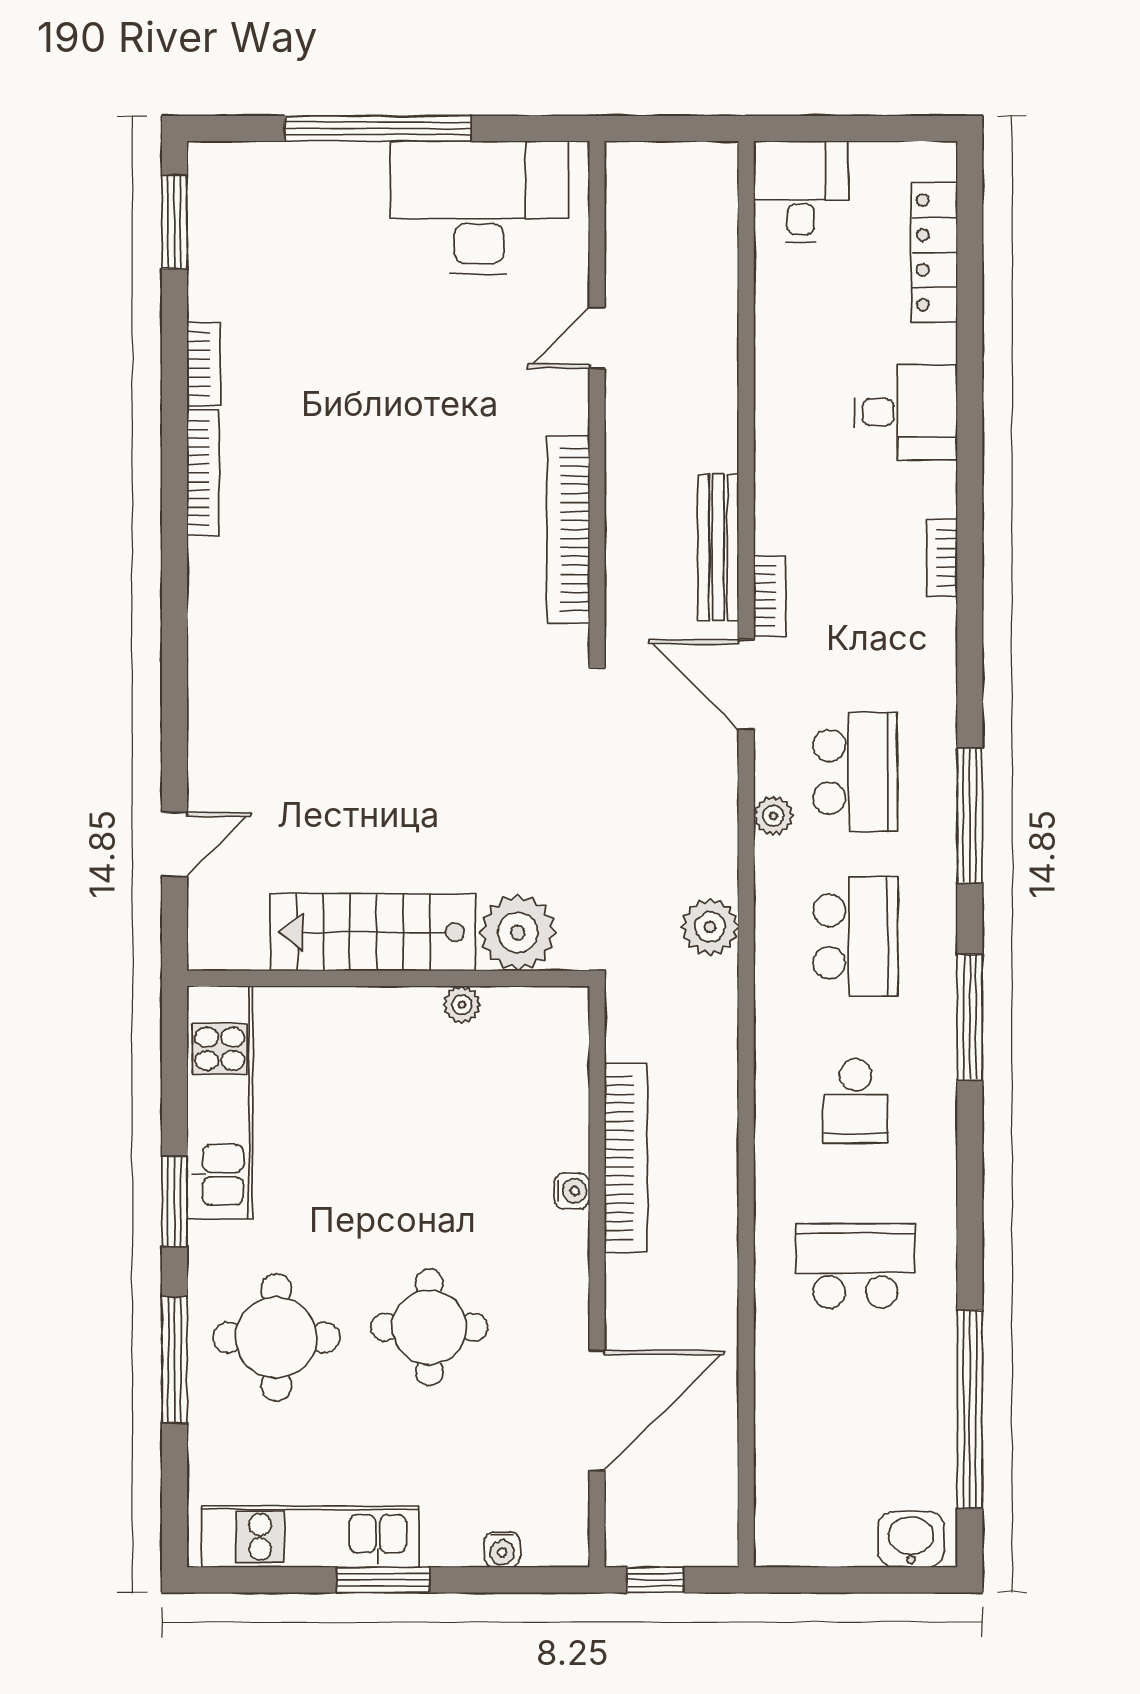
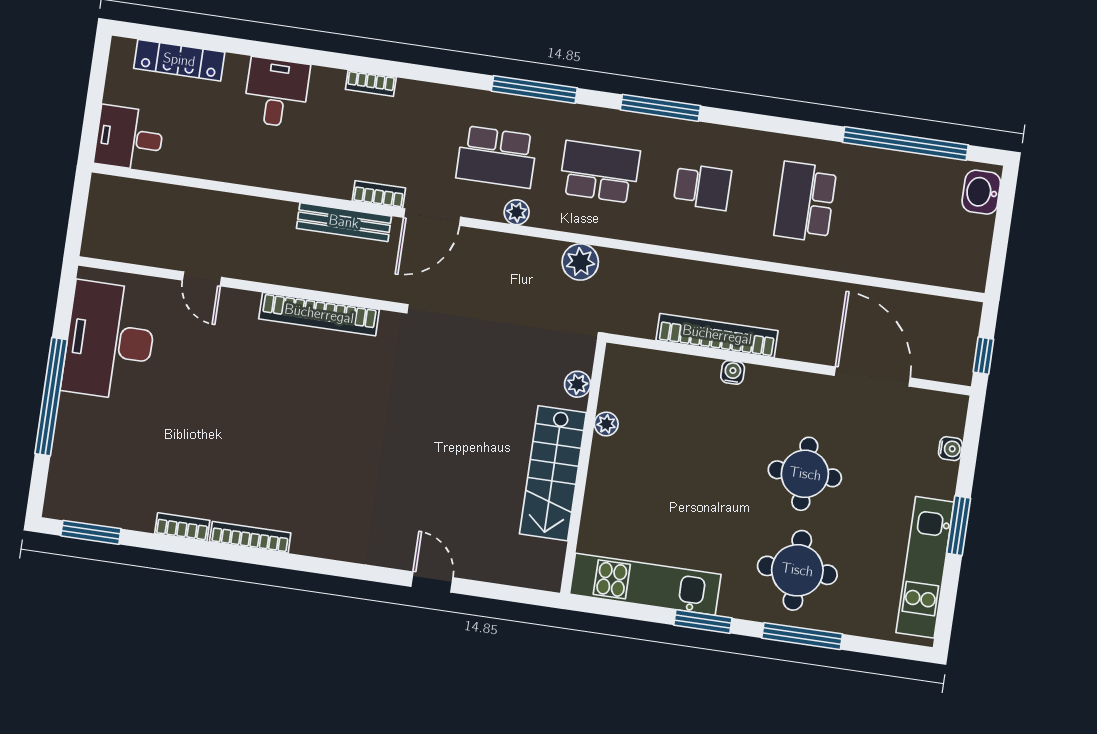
school desk: (855, 772) -> (497, 157), turned 180
door: (174, 844) -> (432, 582), moved
plant: (518, 933) -> (577, 384), width x0.53, depth x0.53

